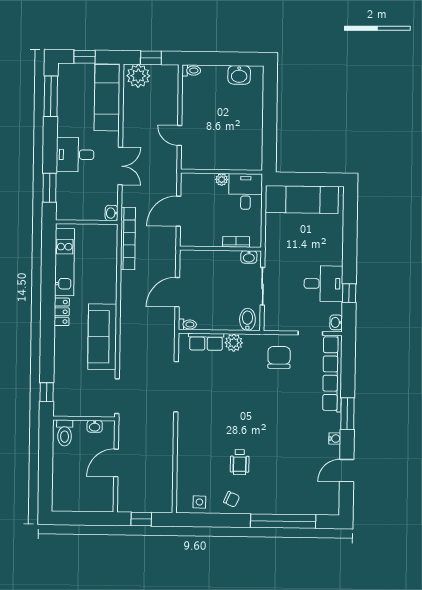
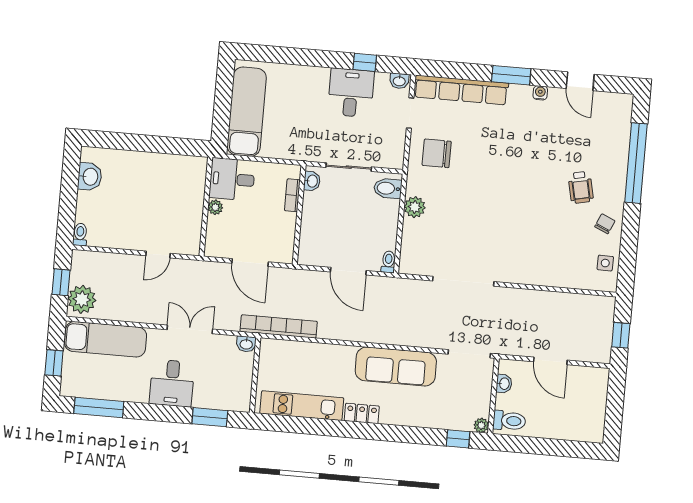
row of seats: (206, 342) -> (411, 241), removed
plant: (59, 410) -> (481, 425), added
wheelchair: (240, 462) -> (581, 187), moved, turned 78

